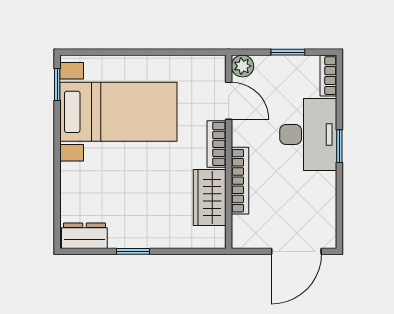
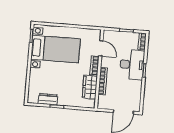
plant: (243, 66) -> (108, 35), removed
dresser: (84, 236) -> (48, 99), moved

